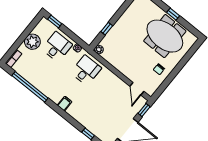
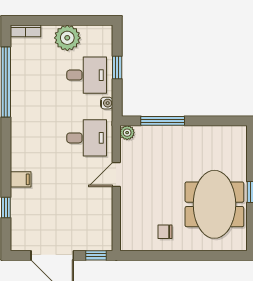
window: (55, 21) -> (117, 67), moved
window: (107, 29) -> (163, 121), width x2.17
door: (137, 89) -> (116, 175), moved
filing cabinet: (65, 104) -> (21, 179), moved

